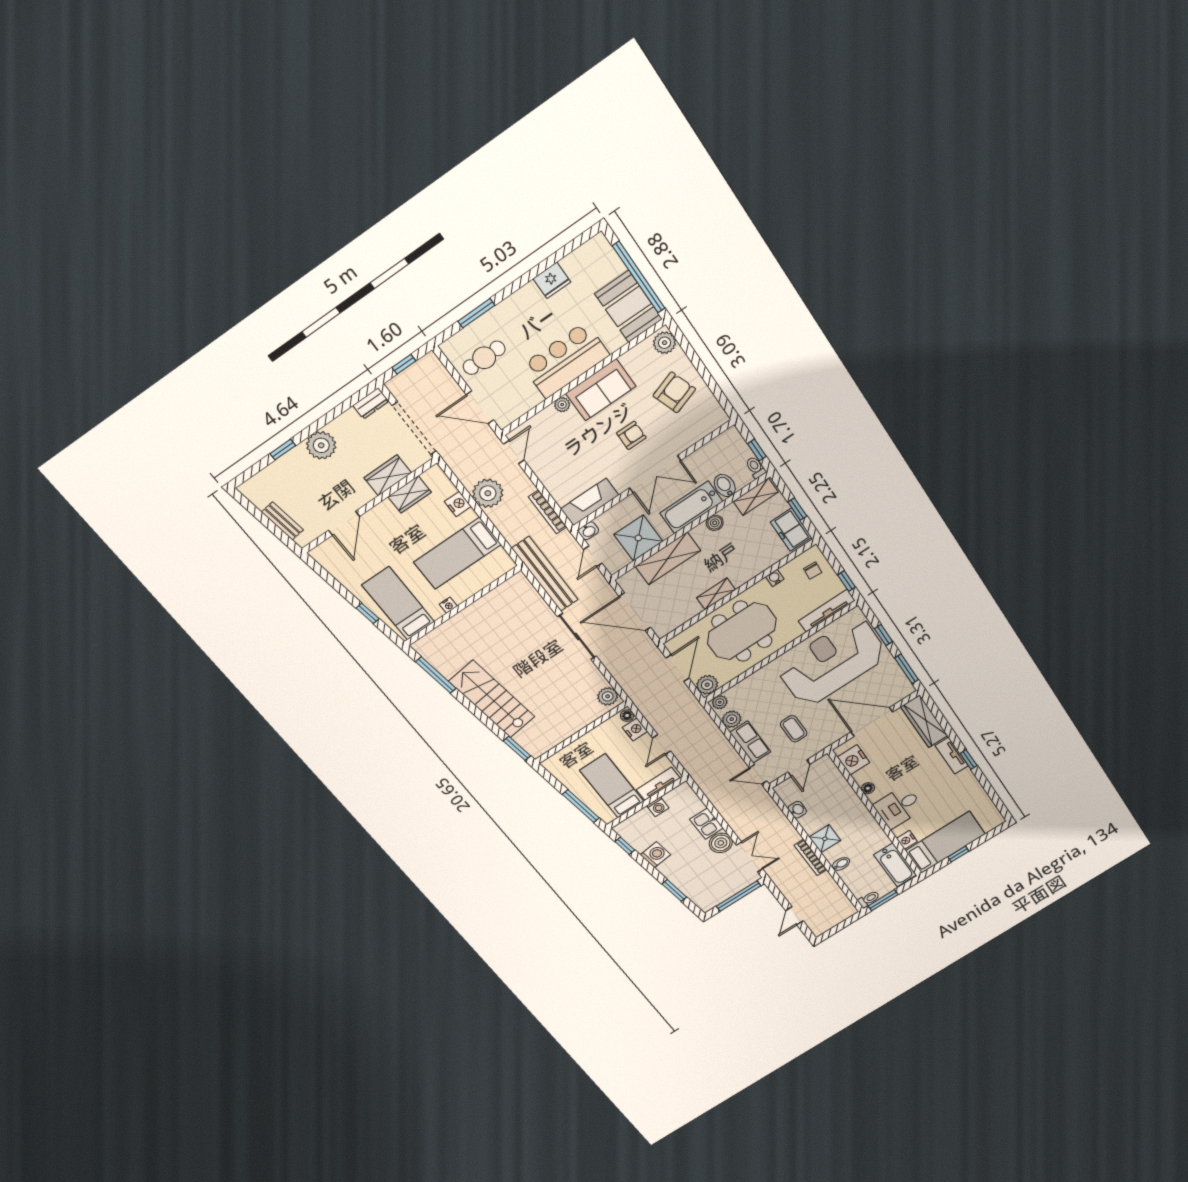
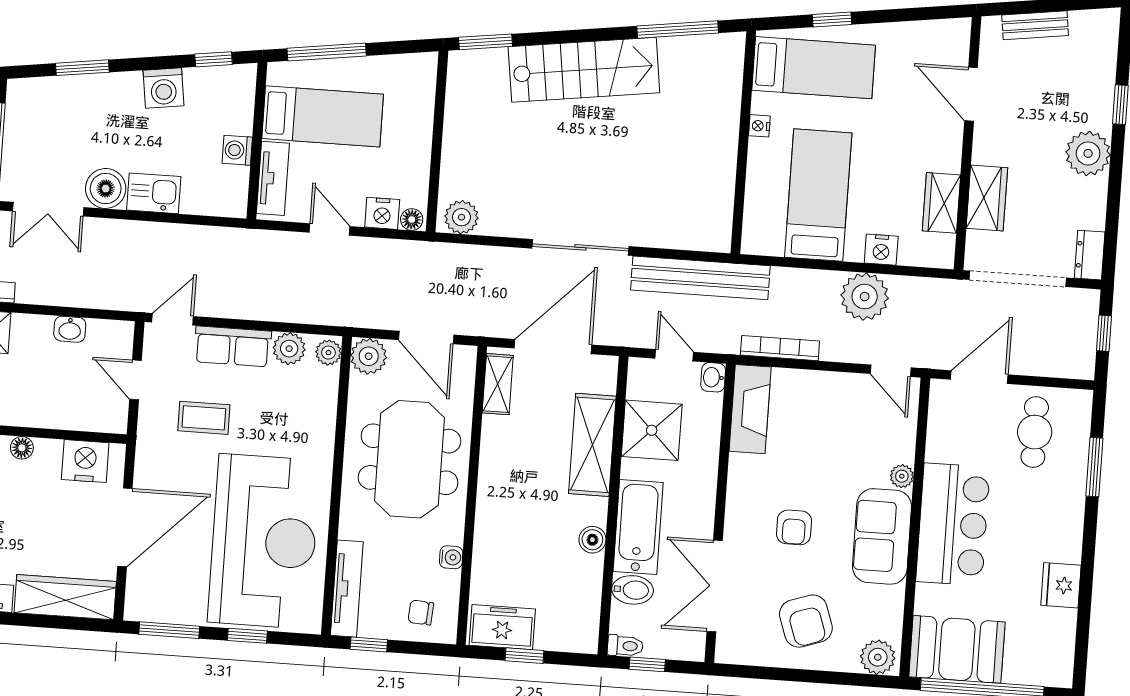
double door: (655, 474) -> (715, 586), moved
shelving: (756, 497) -> (585, 617), removed
shelving: (716, 594) -> (498, 384), moved

